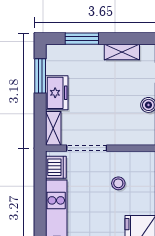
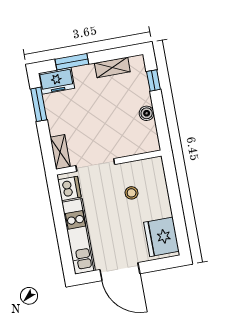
freezer: (57, 93) -> (57, 81), moved, turned 90

